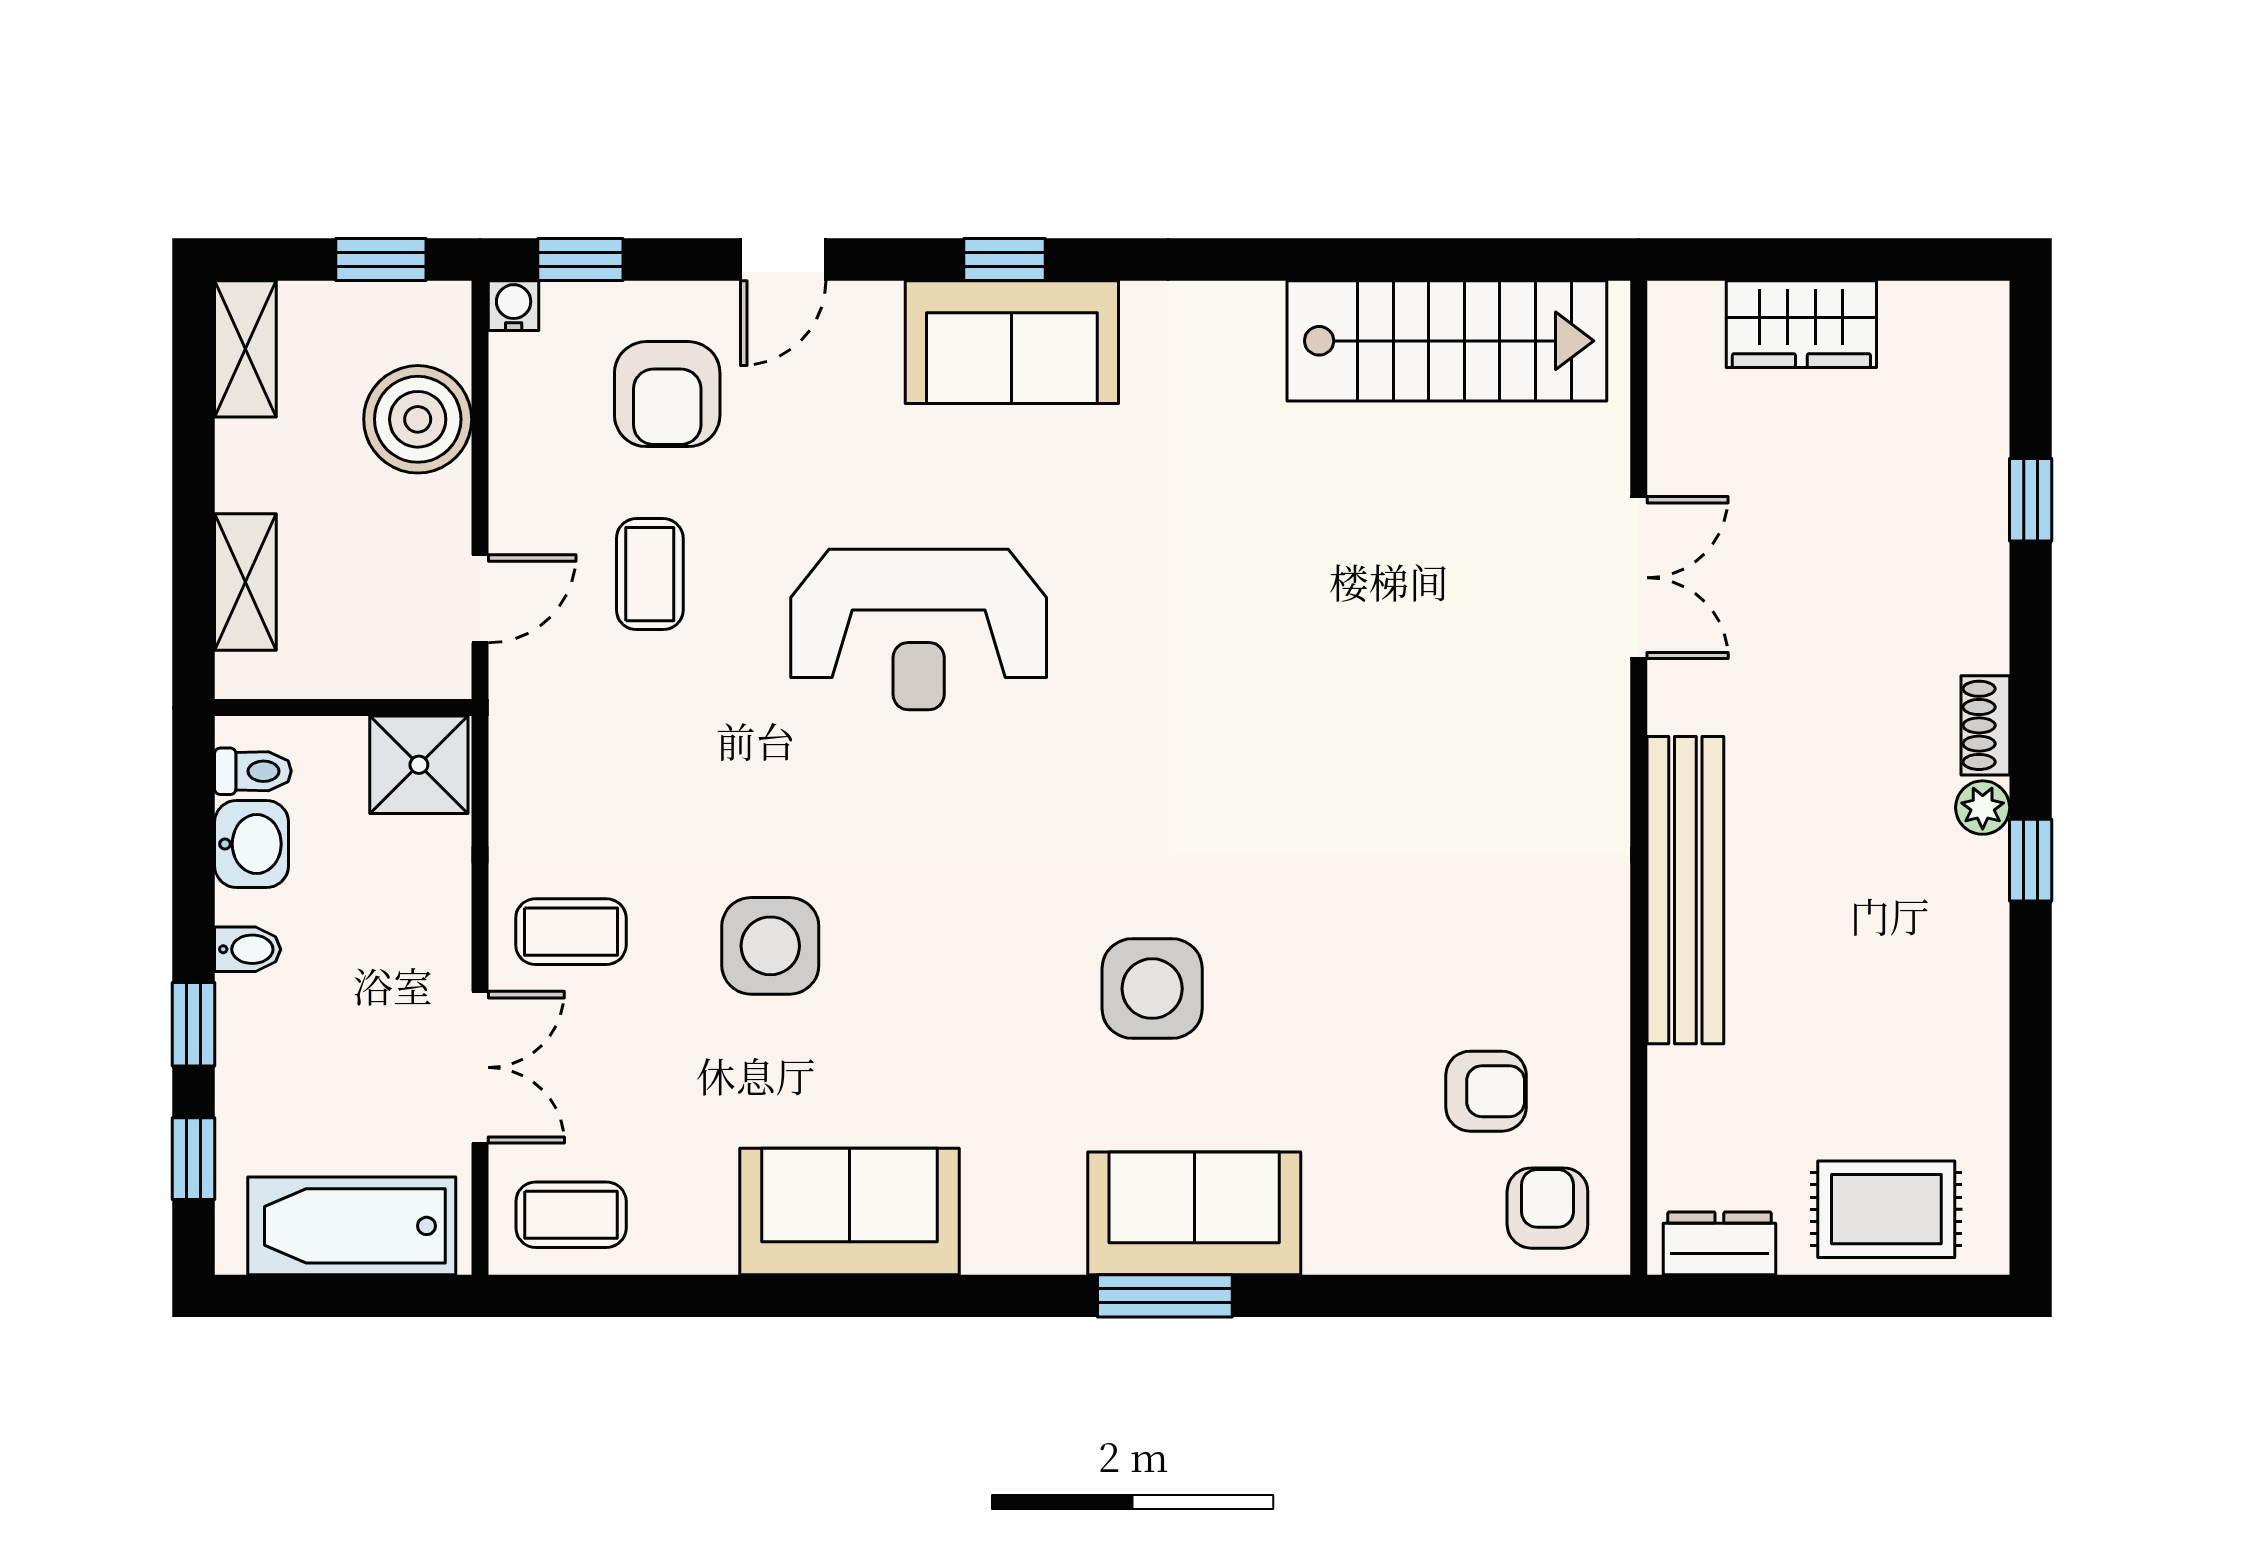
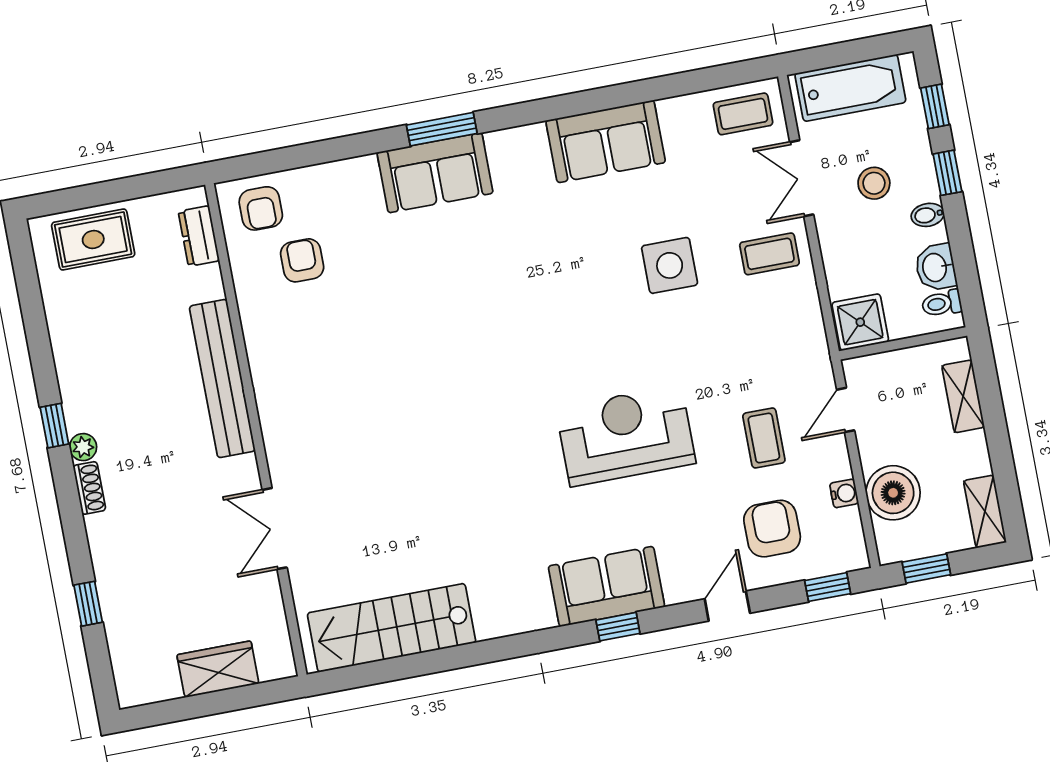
water cooler: (514, 306) -> (844, 493), moved, turned -90
side table: (1152, 989) -> (477, 280), removed
stool: (341, 1031) -> (874, 183), added
armchair: (1486, 1091) -> (302, 260), turned 90
dresser: (1719, 1243) -> (199, 236), moved, turned 90

